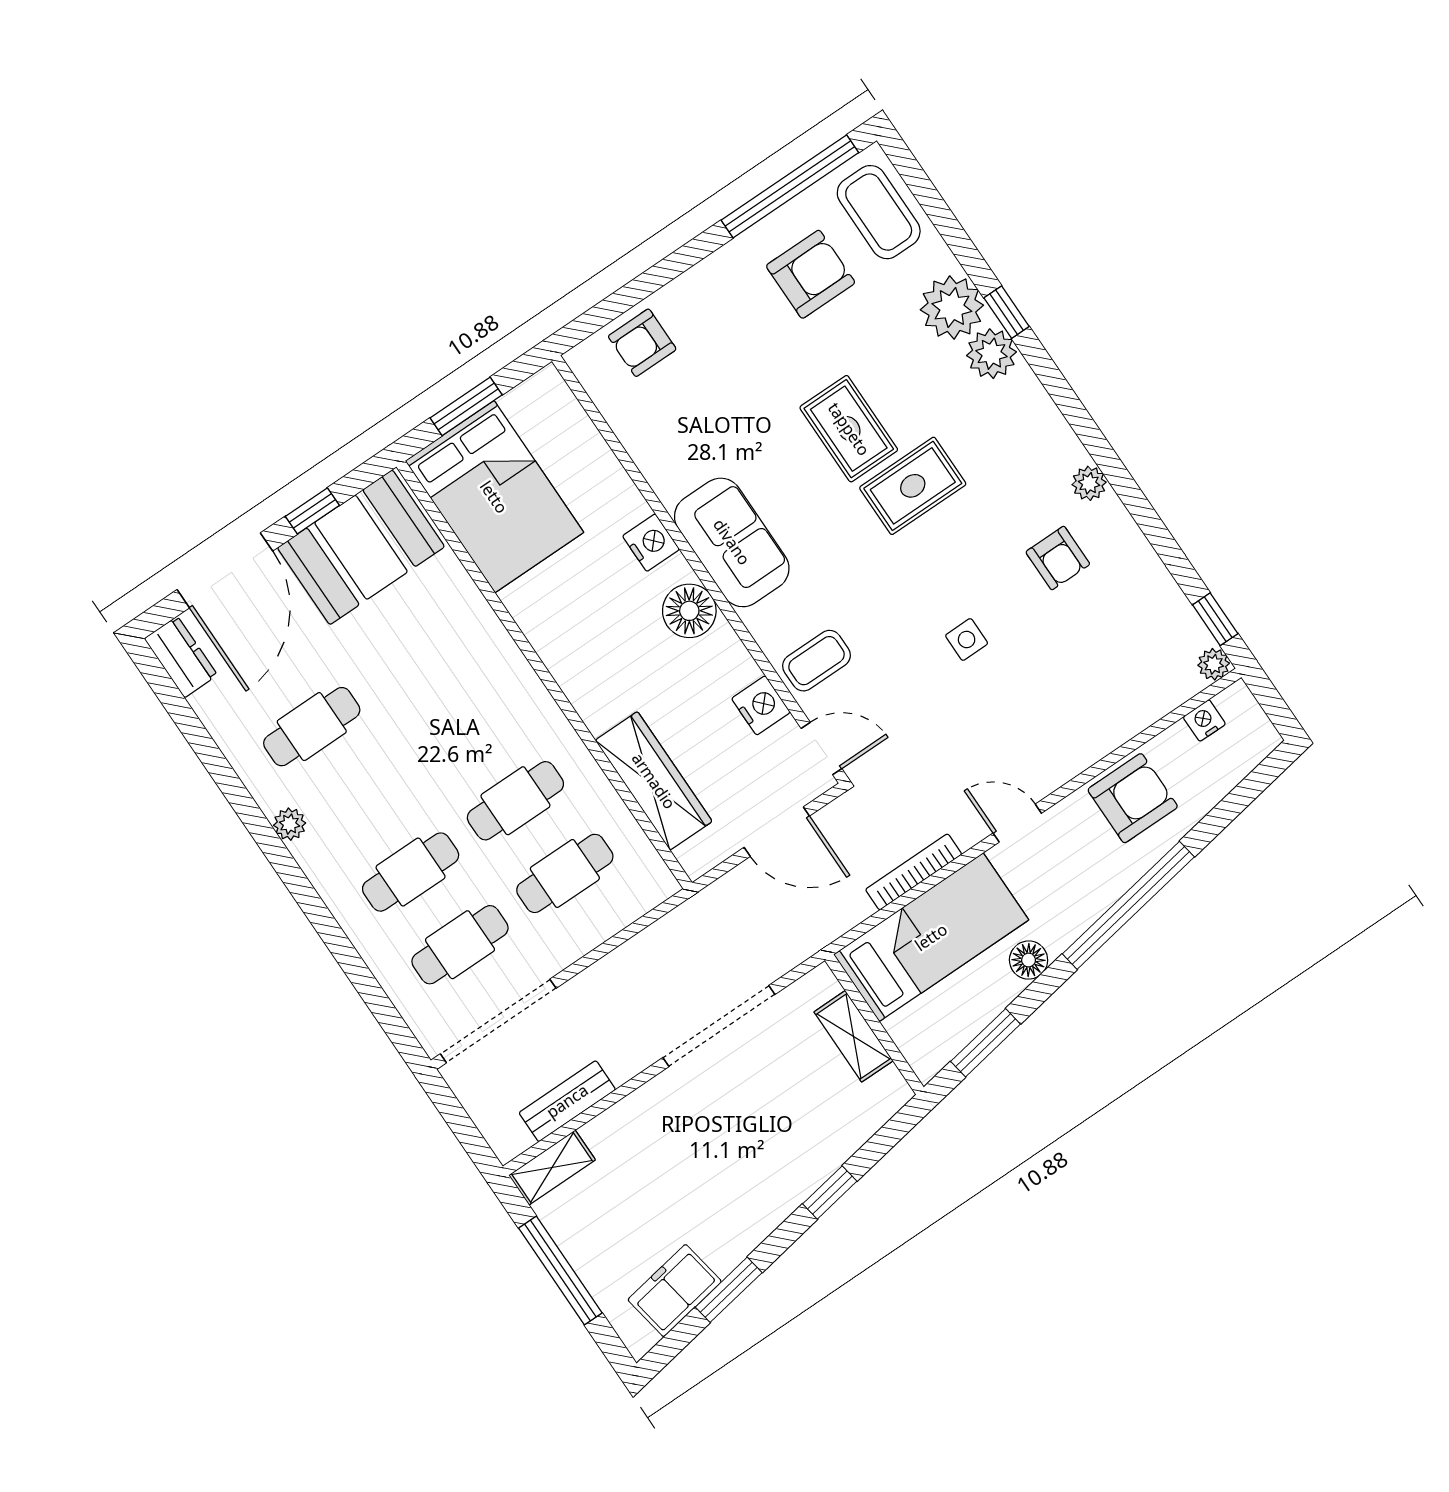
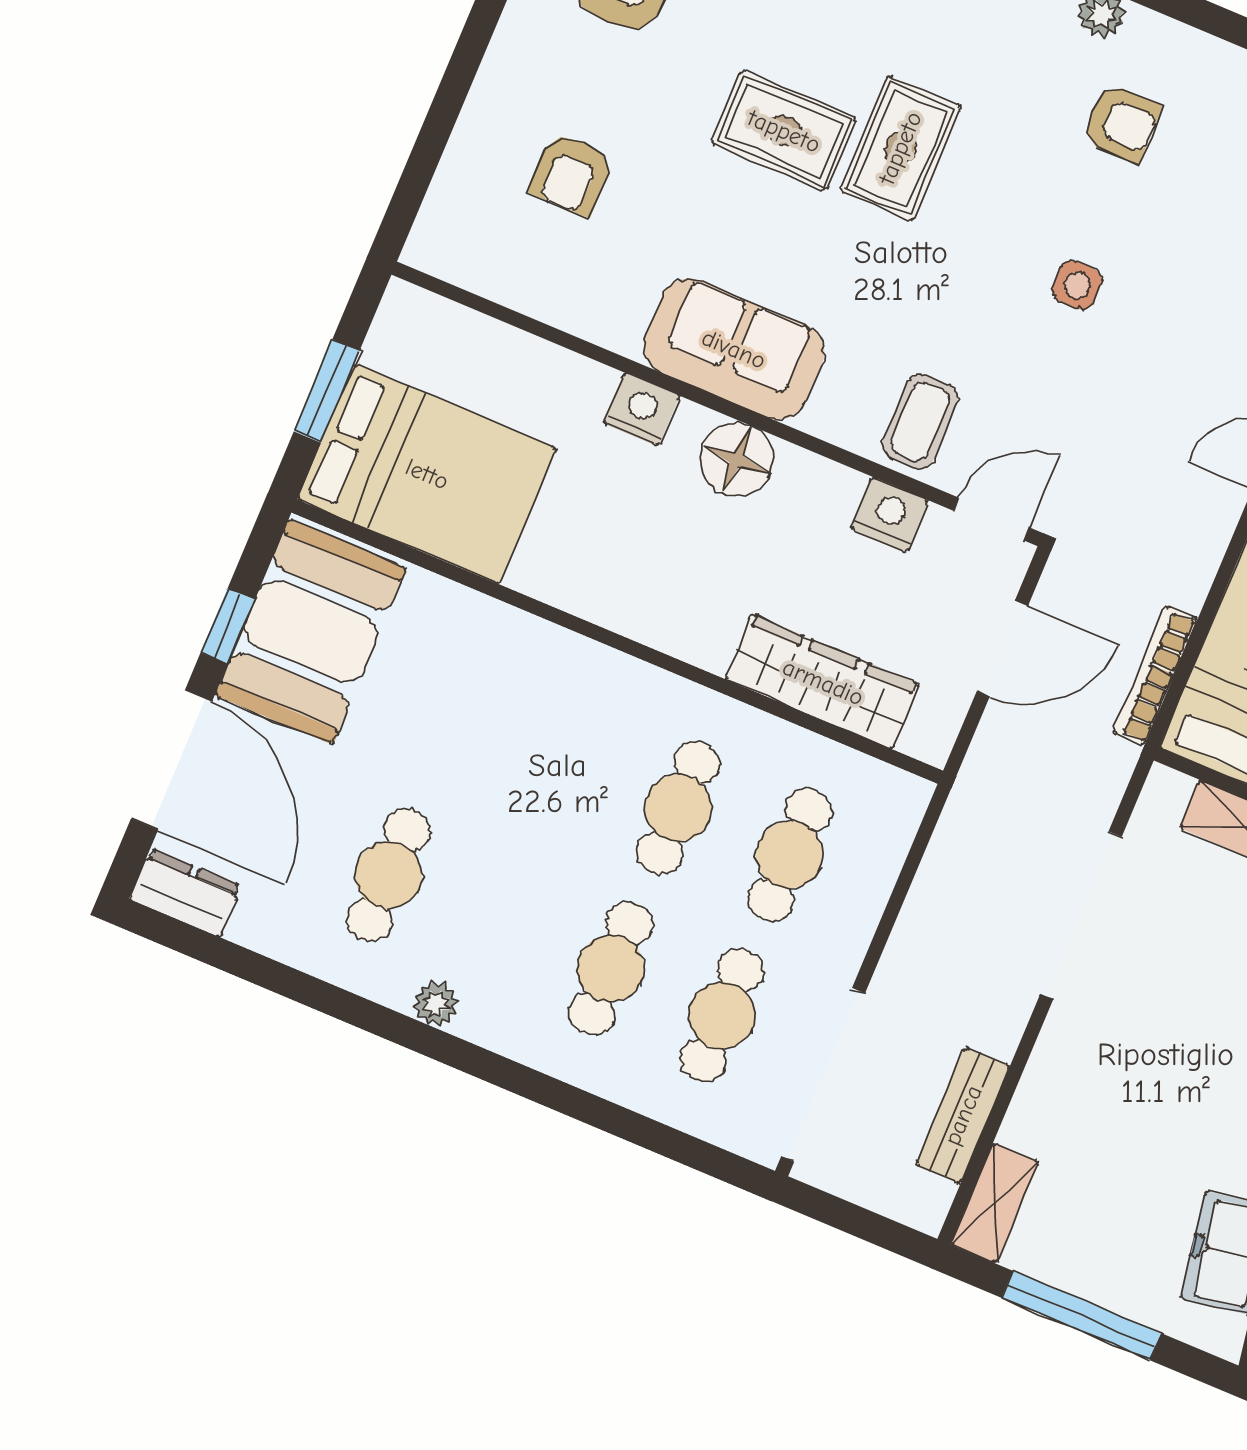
armchair: (642, 343) -> (571, 174), moved
bookcase: (914, 872) -> (1155, 675), moved

